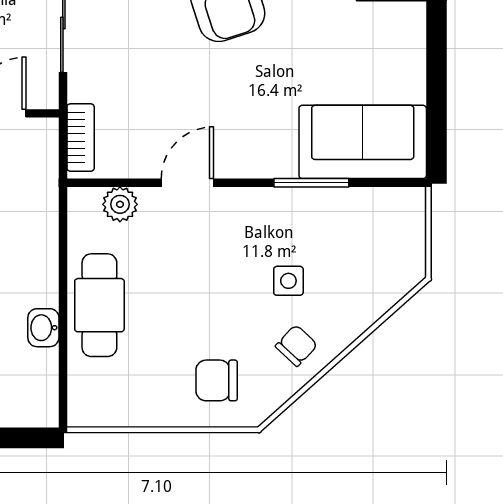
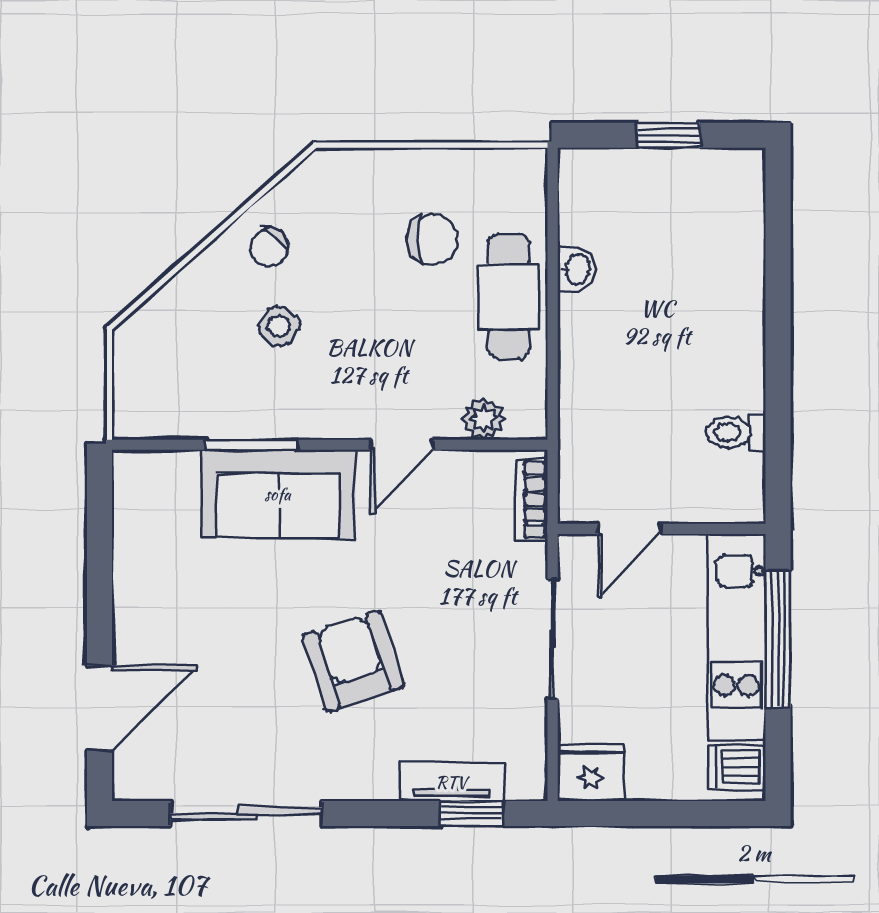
sofa: (363, 142) -> (278, 494), moved
side table: (288, 281) -> (279, 326), turned 37
chair: (217, 380) -> (432, 239), moved

